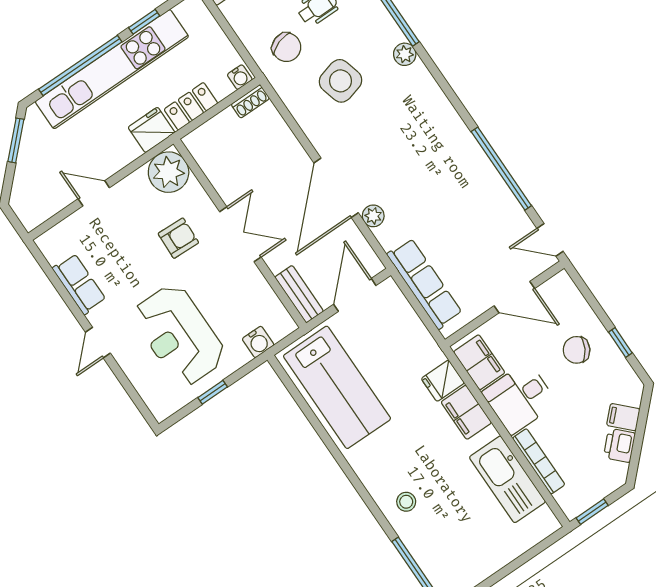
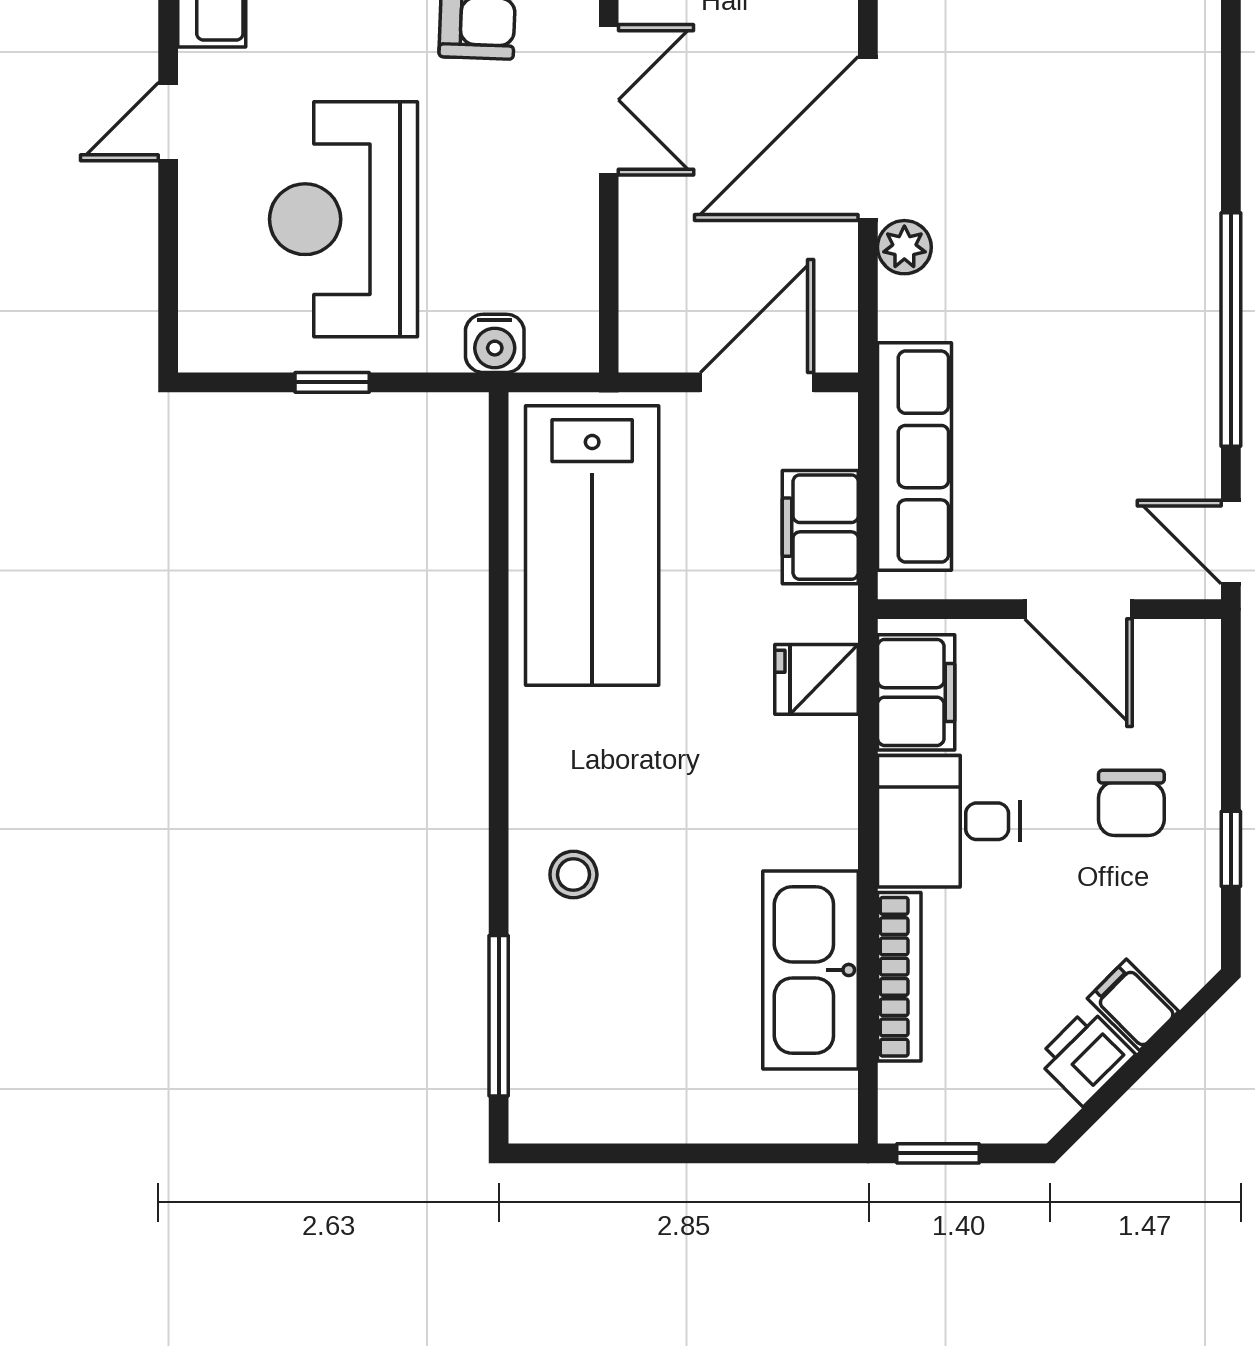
bench: (299, 294) -> (645, 303), removed
chair: (577, 350) -> (1131, 803), turned -120
filing cabinet: (466, 412) -> (820, 527), moved

